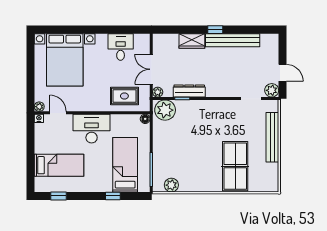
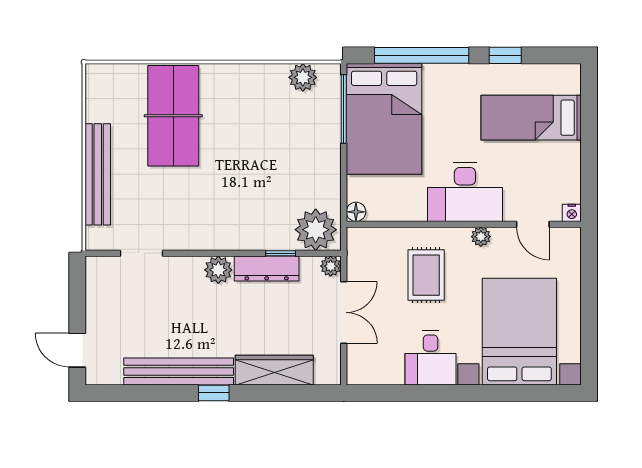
wardrobe: (192, 41) -> (274, 370), width x1.50
desk: (121, 47) -> (431, 358), moved
door: (282, 73) -> (77, 350), moved
plant: (272, 90) -> (218, 270), moved
rug: (124, 96) -> (426, 275), moved, turned 90
plant: (39, 107) -> (481, 237), moved
bed: (125, 165) -> (384, 119), width x1.50
window: (58, 196) -> (505, 55), moved
window: (113, 196) -> (422, 55), width x3.17

